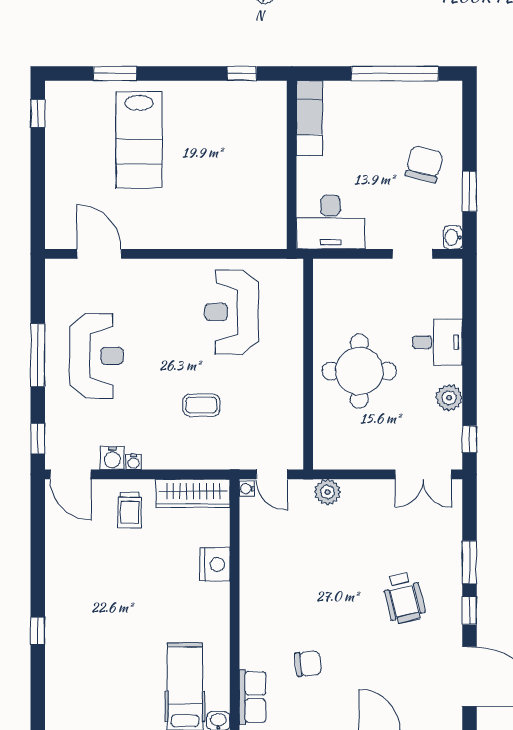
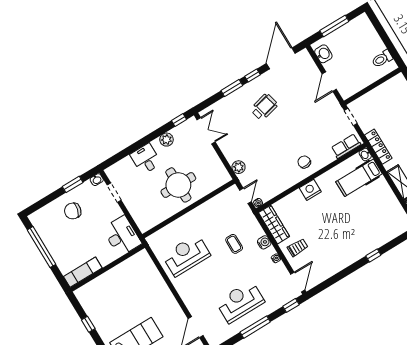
window: (242, 74) -> (88, 324), moved
reception desk: (231, 312) -> (186, 255), turned 180
water cooler: (112, 458) -> (264, 242), moved
nightstand: (215, 564) -> (310, 190), moved
chair: (308, 664) -> (304, 162), moved

